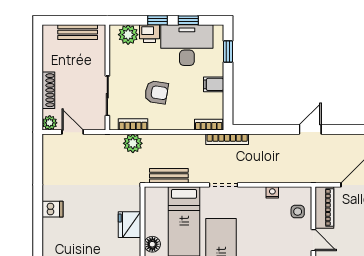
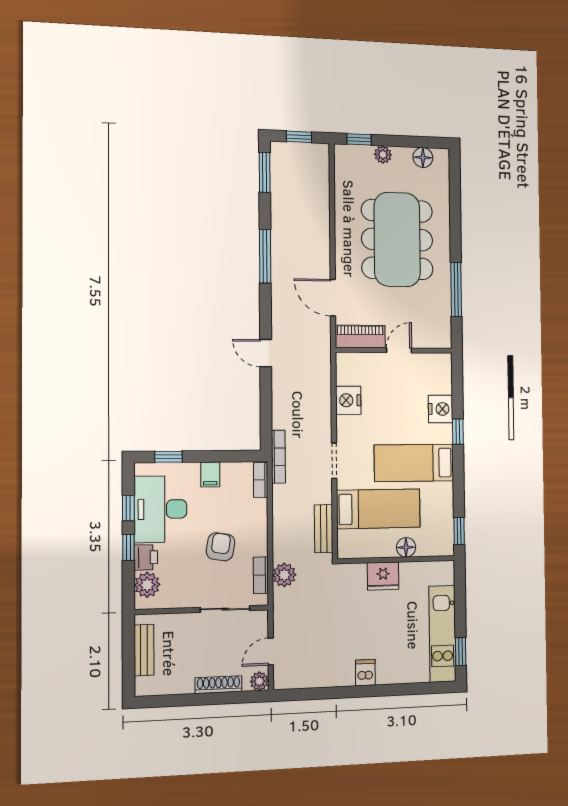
nightstand: (272, 192) -> (348, 400), width x1.89, depth x1.79
side table: (298, 212) -> (365, 369), removed

